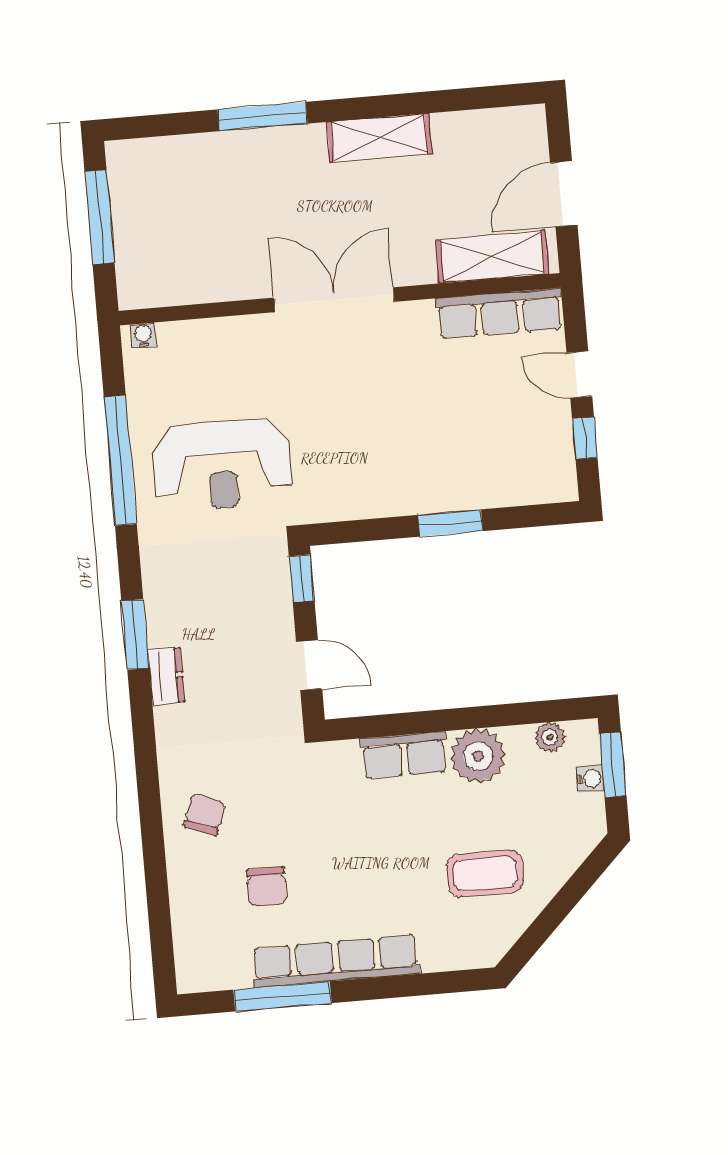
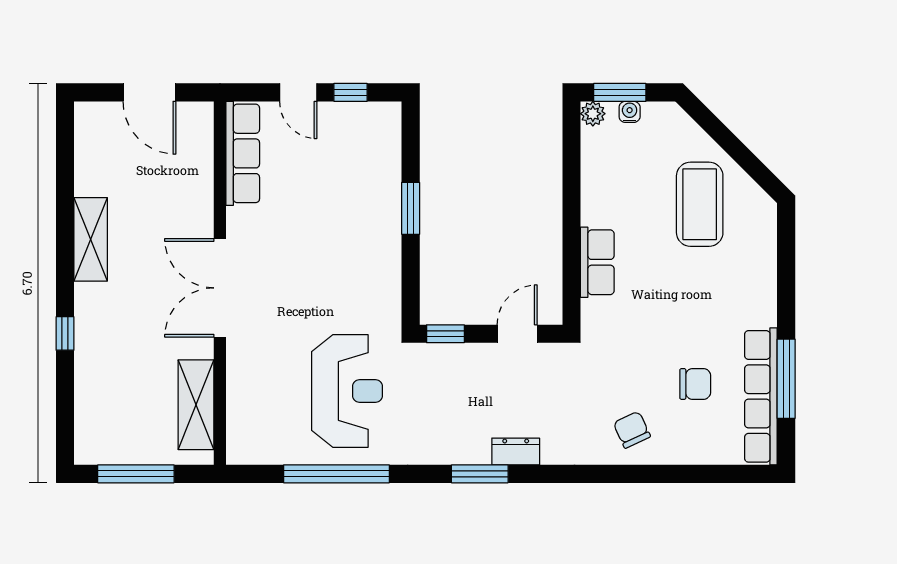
window: (263, 116) -> (65, 333), width x0.46
shelving: (492, 257) -> (196, 405), moved
water cooler: (143, 335) -> (236, 446), removed
door: (579, 375) -> (298, 92), hinge flipped
plant: (550, 737) -> (593, 114), moved
plant: (478, 756) -> (603, 202), removed
chair: (205, 814) -> (632, 430), turned 44
coffee table: (485, 873) -> (700, 204), width x1.36, depth x1.32
row of seats: (336, 961) -> (761, 396), moved

